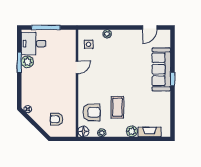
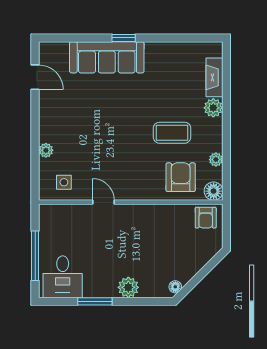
plant: (27, 62) -> (128, 287), moved
armchair: (56, 119) -> (206, 218), moved

